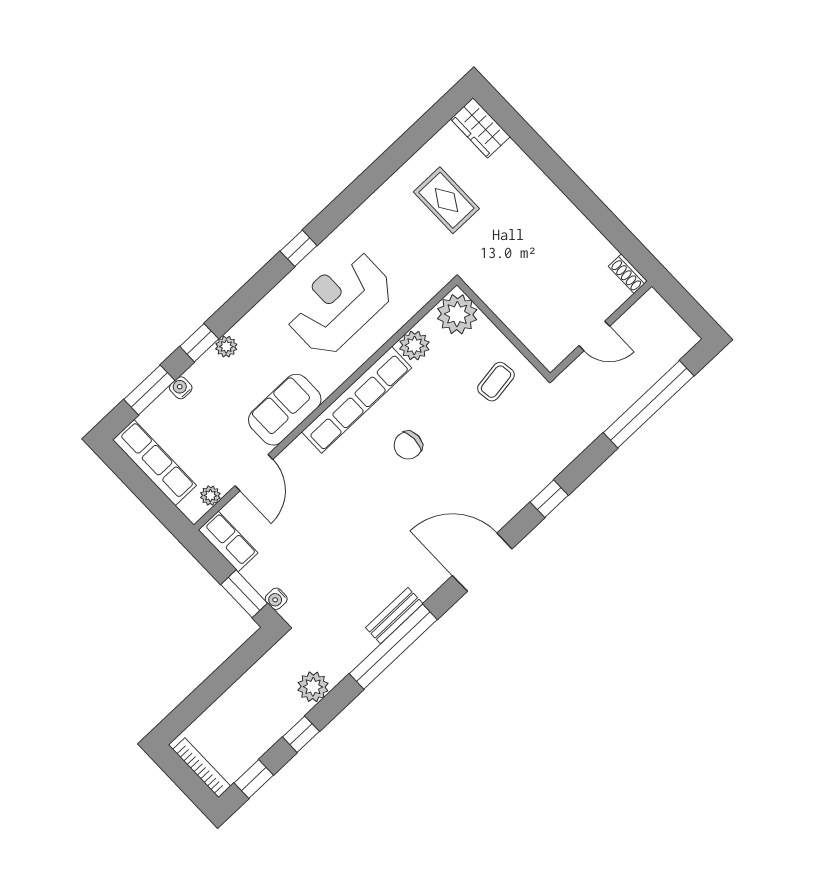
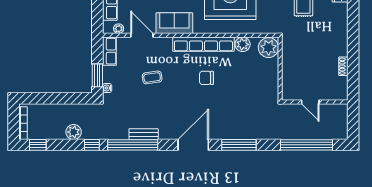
shoe rack: (628, 274) -> (343, 66), moved
coffee table: (496, 382) -> (152, 77), moved
door: (254, 473) -> (142, 35), swing flipped
window: (549, 499) -> (239, 145), width x2.17
door: (482, 562) -> (193, 145), hinge flipped
plant: (313, 687) -> (74, 132), moved
window: (301, 734) -> (92, 145), moved

